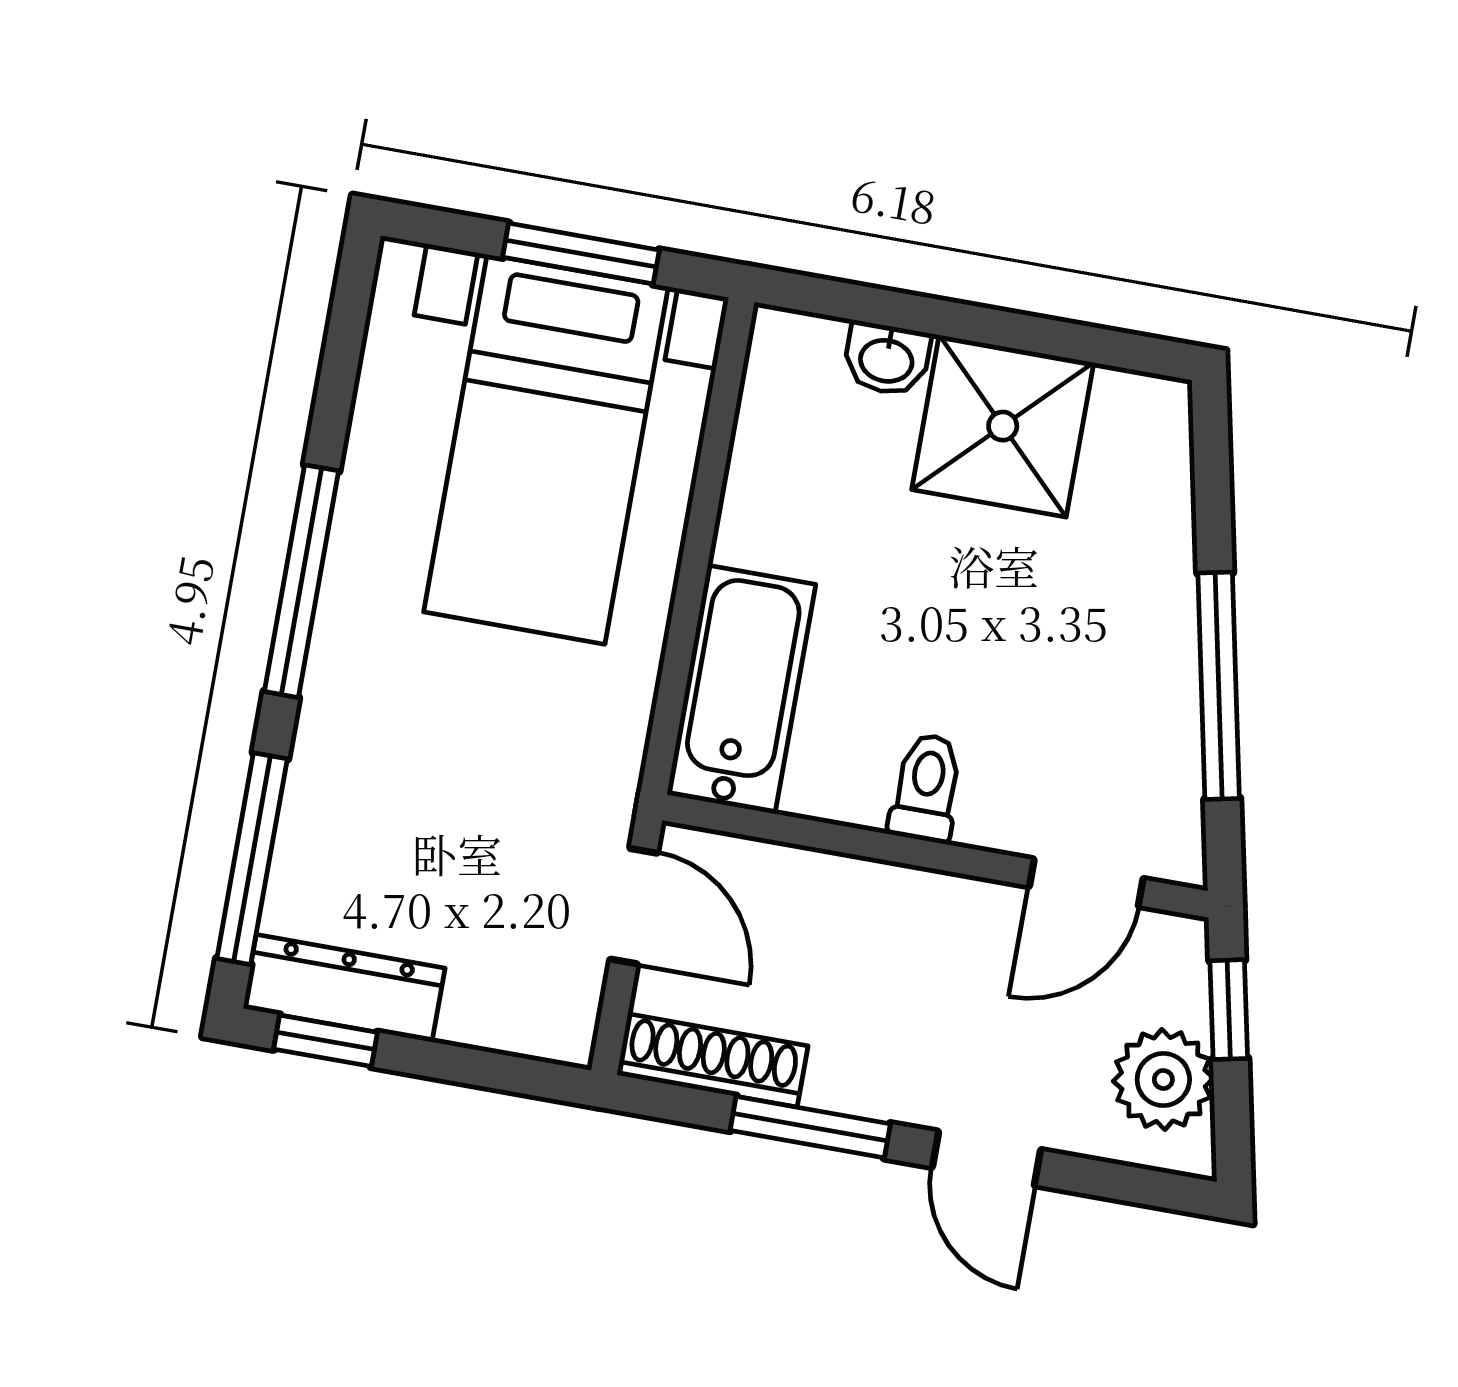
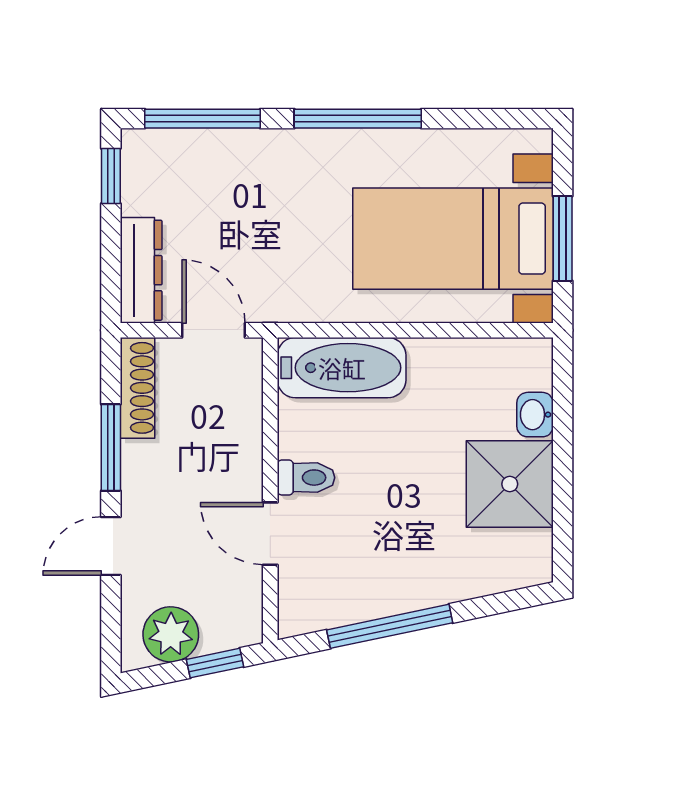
door: (1086, 883) -> (270, 534), moved
door: (634, 906) -> (214, 330), swing flipped
dresser: (344, 988) -> (141, 270), moved

